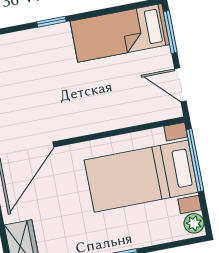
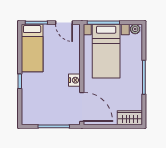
door: (180, 85) -> (64, 23), hinge flipped
nightstand: (74, 126) -> (74, 80), added

